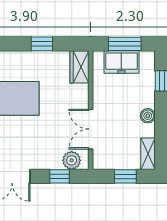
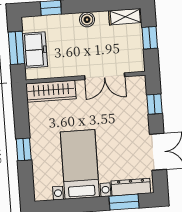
window: (42, 44) -> (24, 149), moved
wardrobe: (79, 67) -> (51, 91), width x1.50
plant: (72, 160) -> (138, 93), removed

